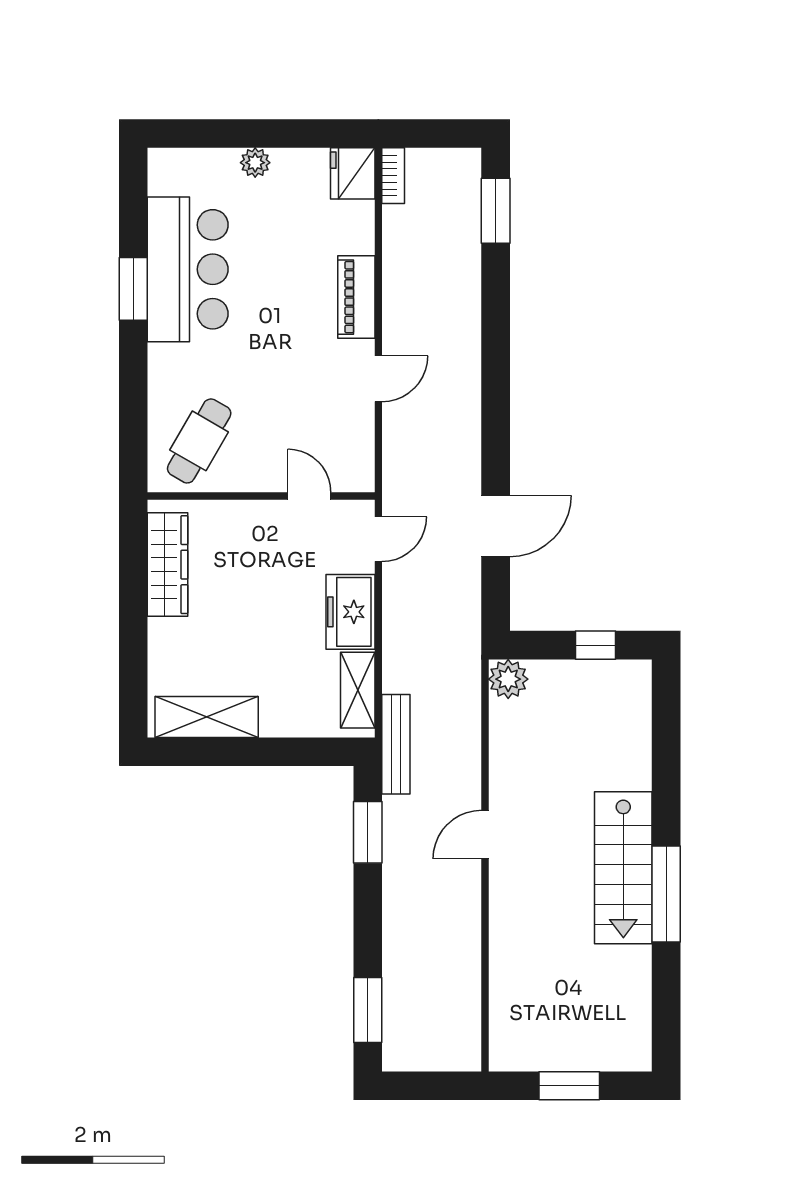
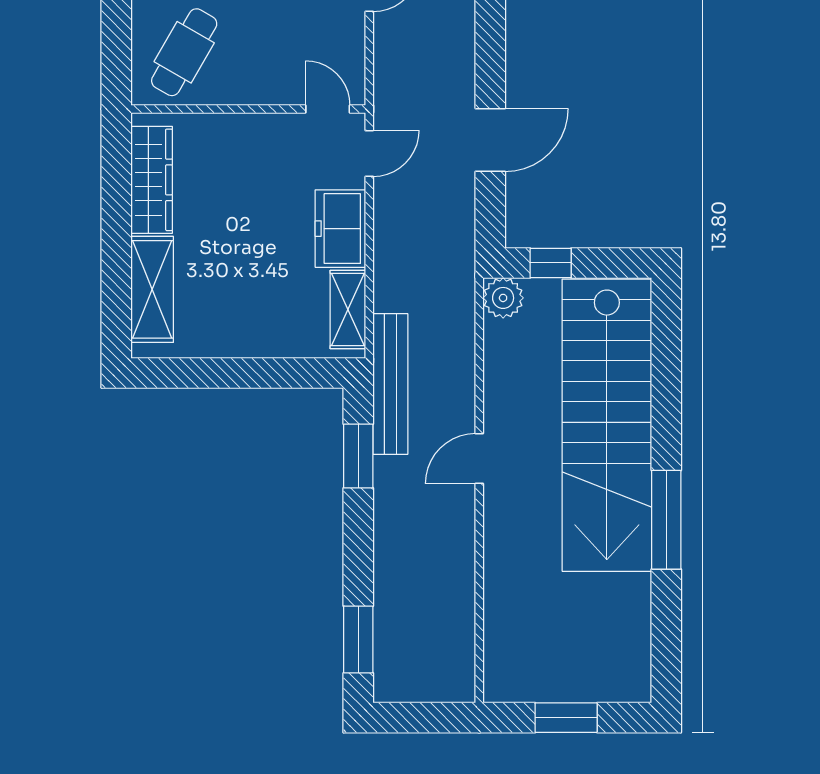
door: (309, 496) -> (328, 109), moved
window: (595, 645) -> (551, 263), moved
shelving: (207, 717) -> (152, 289), moved, turned 90
bench: (396, 744) -> (390, 384), width x1.37, depth x1.21
stairs: (623, 868) -> (607, 425), width x1.86, depth x1.51

